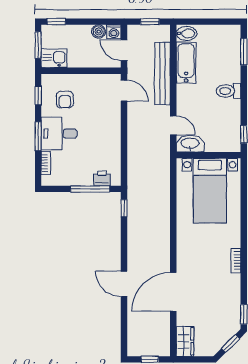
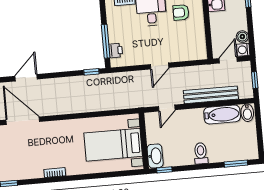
door: (124, 91) -> (160, 66), moved
washbasin: (190, 144) -> (155, 156), moved

